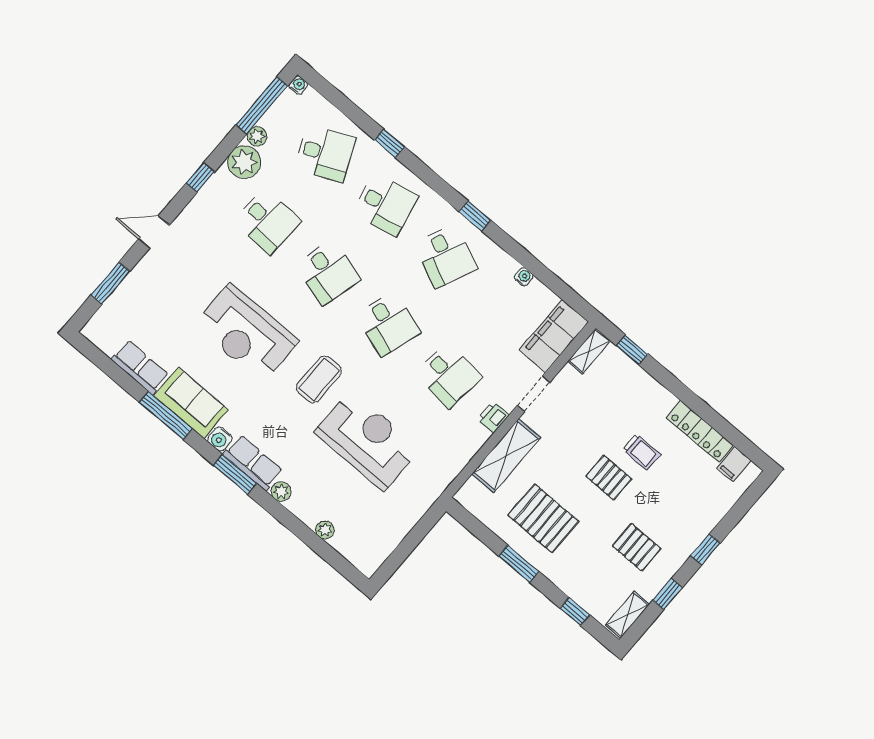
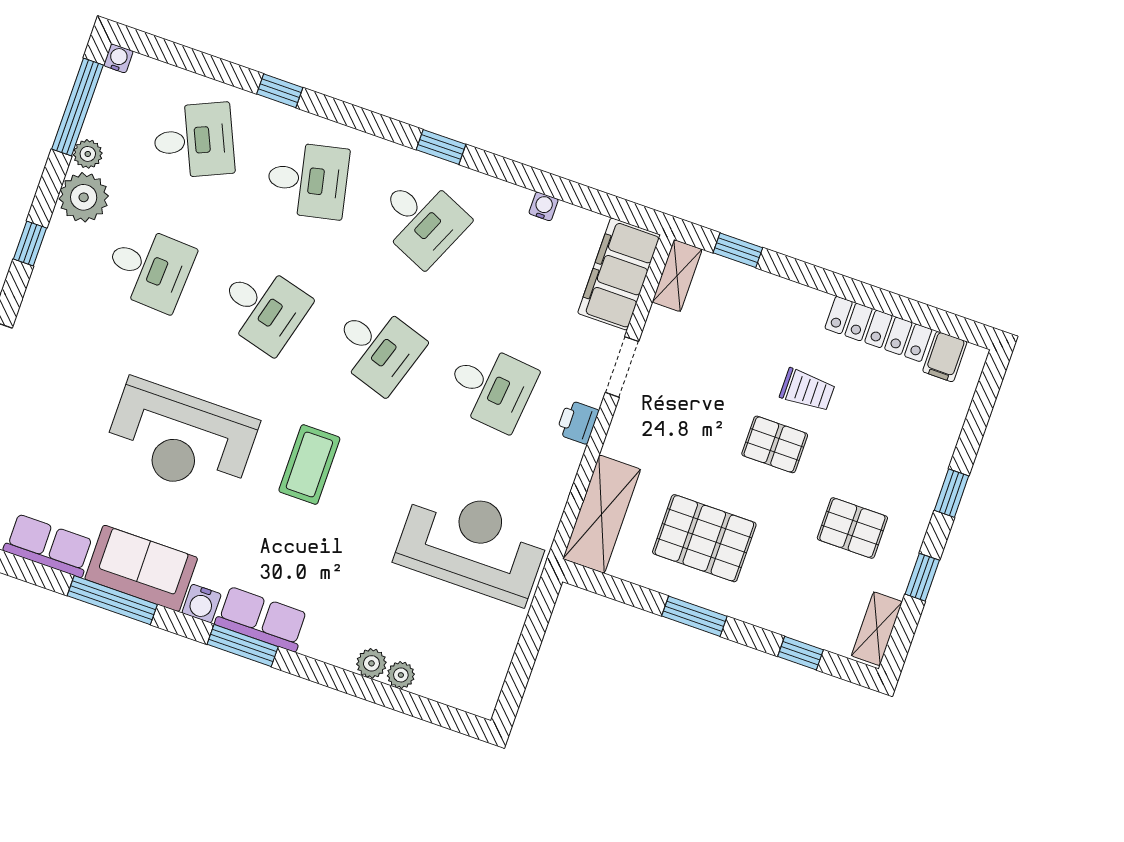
reception desk: (367, 440) -> (473, 544), moved
shelving: (506, 456) -> (602, 514), moved
plant: (281, 492) -> (371, 663), moved

